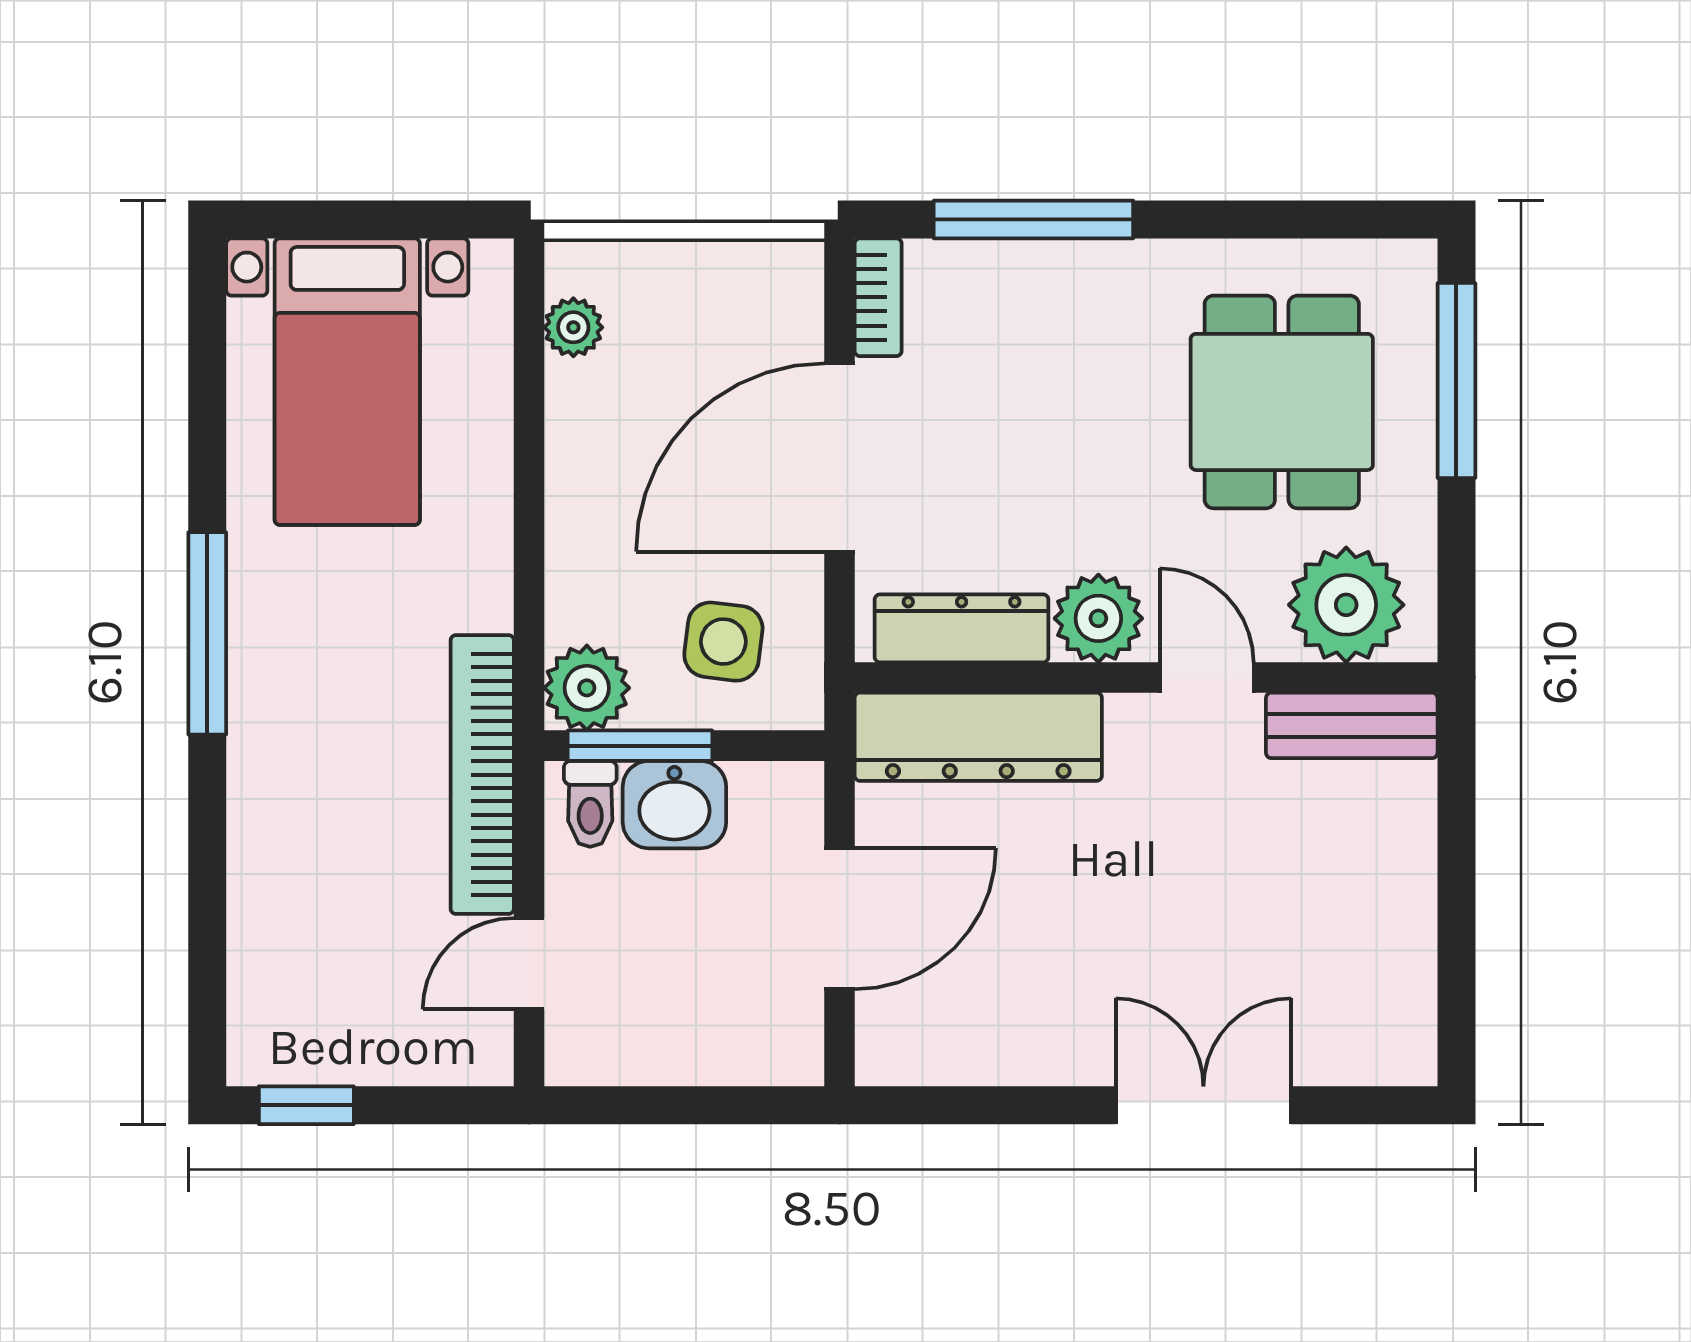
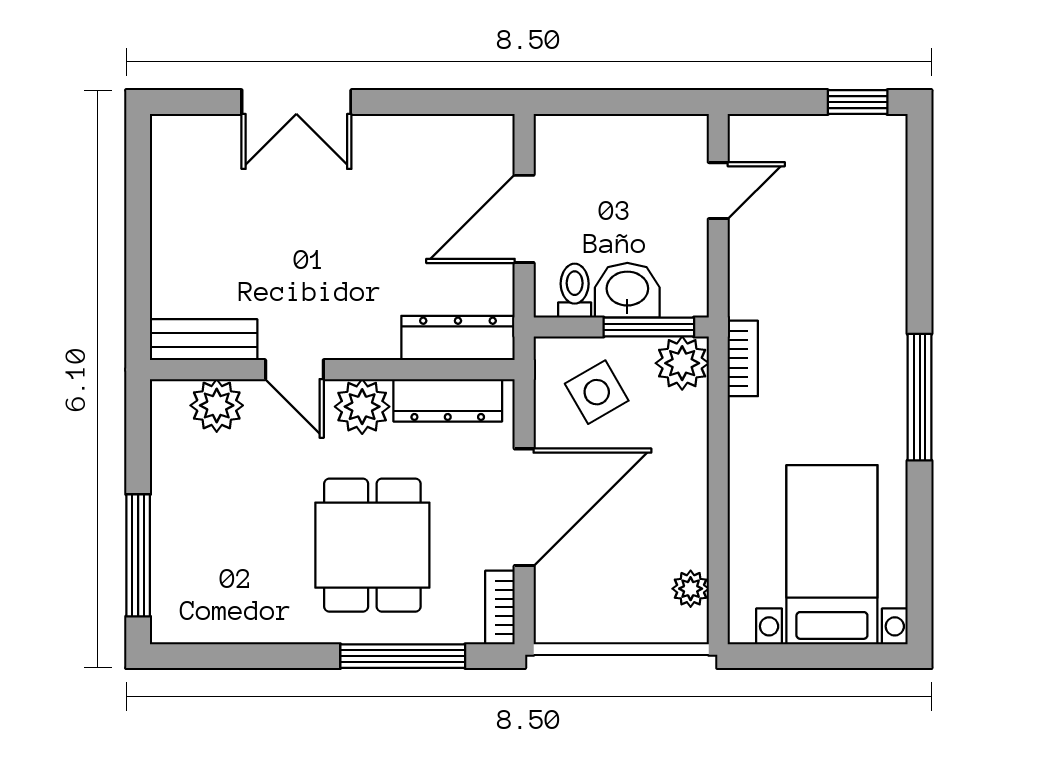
dining table: (1282, 402) -> (372, 545), moved
plant: (1346, 605) -> (217, 405), width x0.73, depth x0.73
side table: (723, 642) -> (597, 392), turned -37
dresser: (978, 737) -> (458, 338), width x0.73, depth x0.80
bookcase: (482, 775) -> (743, 358), width x0.43, depth x0.76
toilet: (590, 804) -> (575, 291), moved

